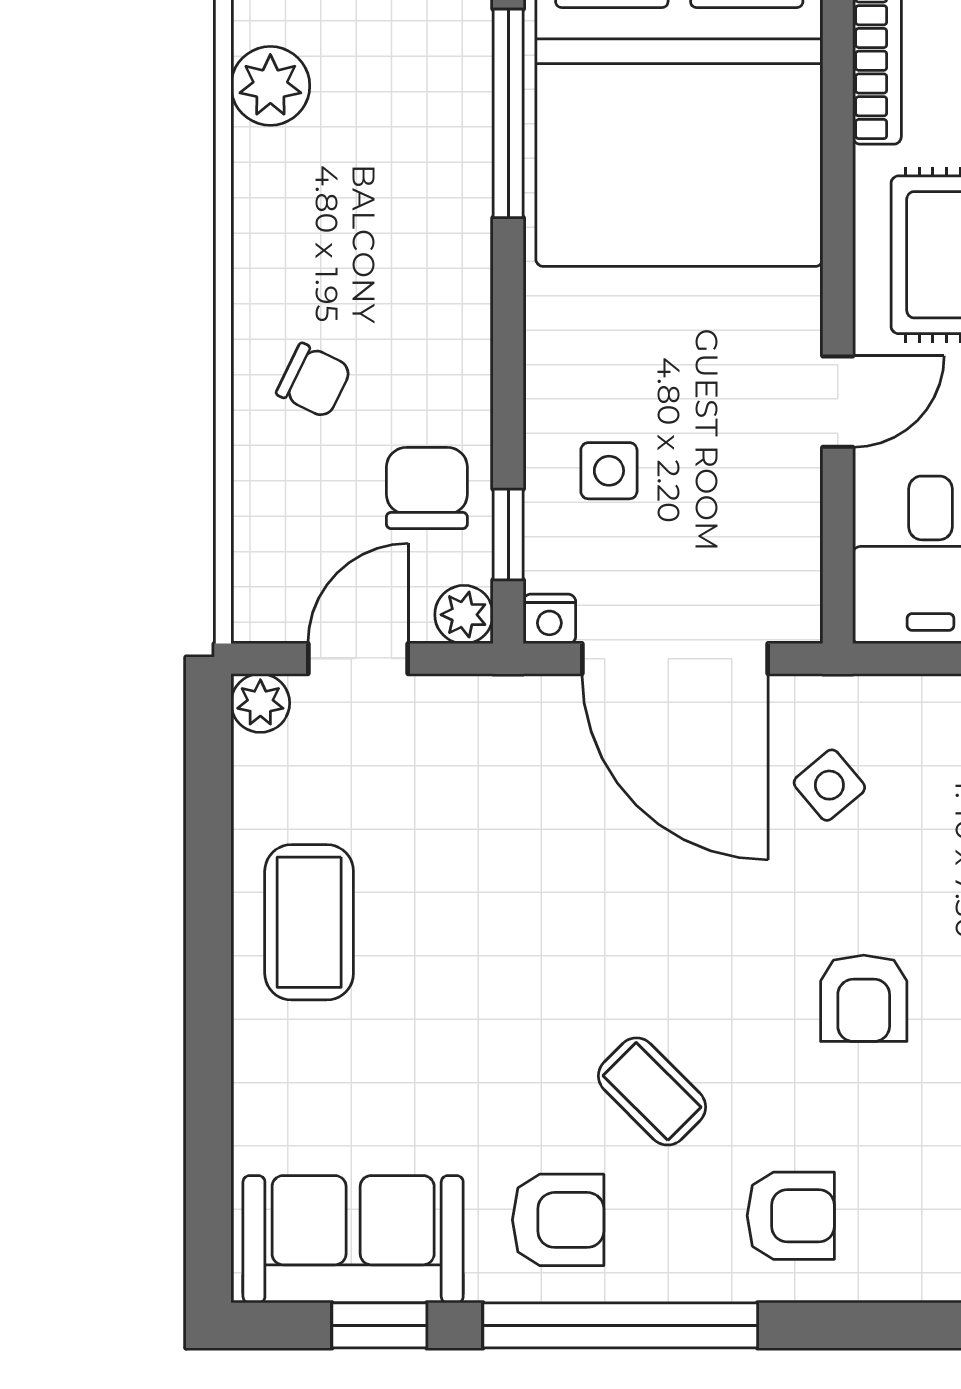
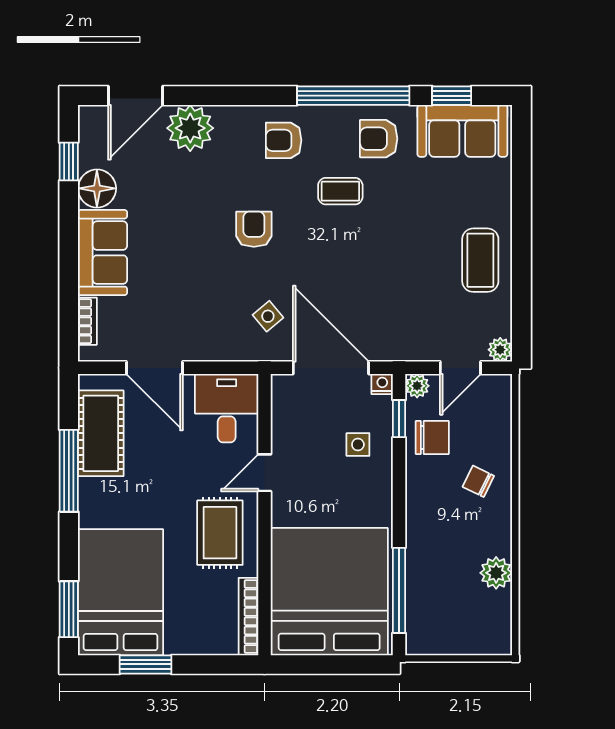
plant: (270, 86) -> (496, 573), moved
chair: (427, 488) -> (432, 437), turned -90
coffee table: (652, 1091) -> (340, 191), turned -45

